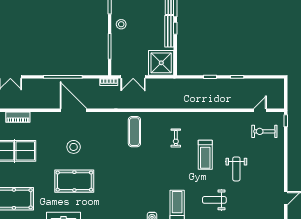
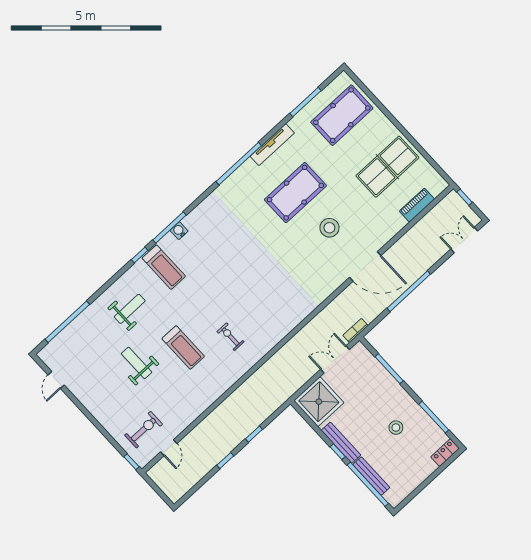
stool: (121, 24) -> (396, 428), moved
exercise mat: (134, 132) -> (280, 303), removed
treadmill: (205, 155) -> (183, 348), turned 180

